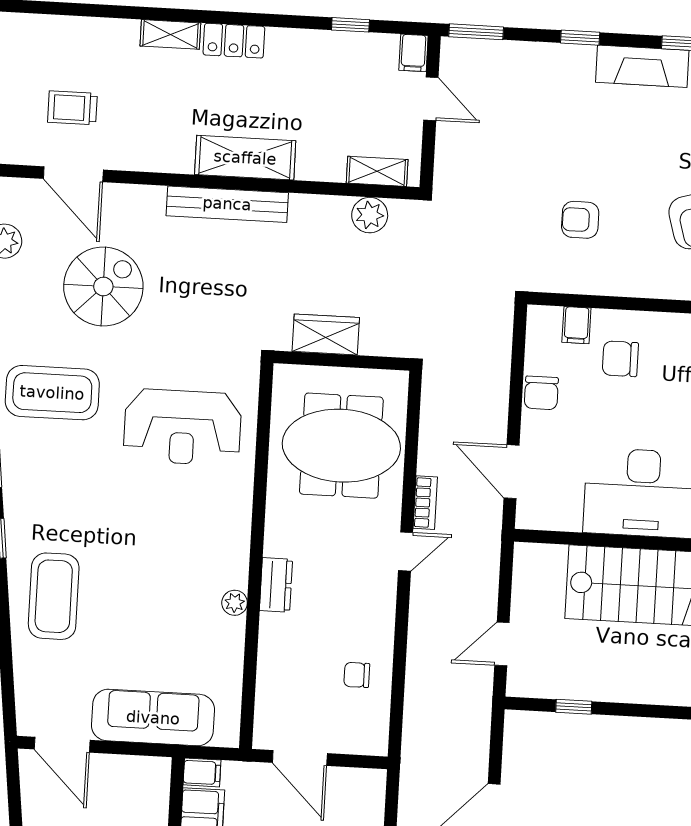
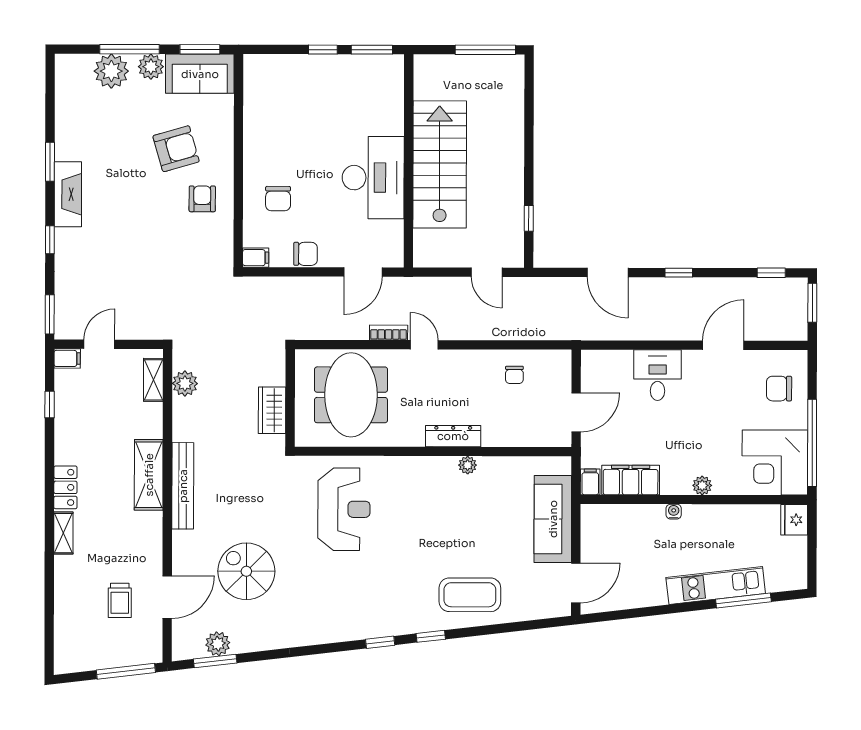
armchair: (580, 220) -> (202, 199), moved, turned 180
filing cabinet: (576, 325) -> (256, 258), moved
coffee table: (52, 393) -> (324, 604), removed
dresser: (276, 585) -> (453, 436), width x1.44

